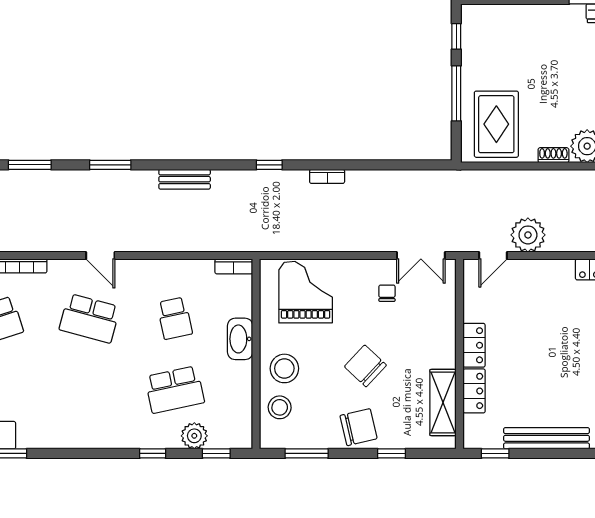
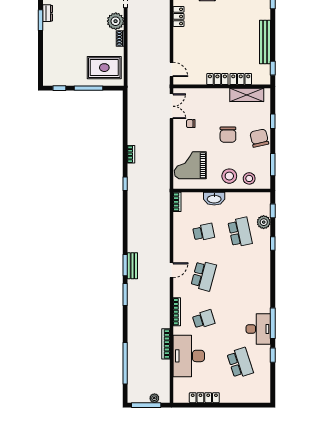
window: (30, 165) -> (125, 295), moved
bench: (185, 179) -> (132, 266), moved
plant: (528, 235) -> (161, 51), removed
chair: (365, 366) -> (228, 135), turned -43

